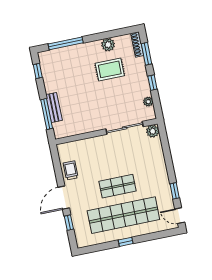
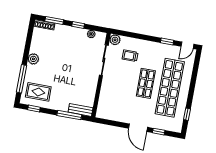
plant: (108, 45) -> (33, 59), moved
rug: (110, 69) -> (38, 92), moved, turned 90
bench: (54, 107) -> (81, 110), moved
trolley: (71, 170) -> (130, 56), moved
window: (126, 242) -> (187, 114), moved

